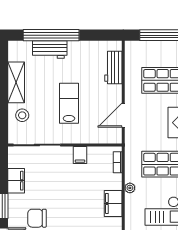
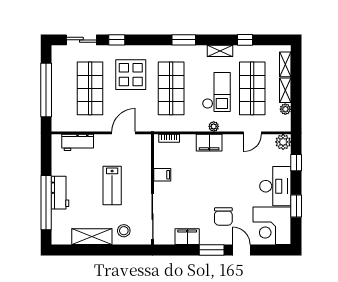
workbench: (50, 49) -> (60, 193), moved
lab bench: (69, 103) -> (112, 185), turned -90
door: (123, 115) -> (124, 133), swing flipped
plant: (130, 188) -> (214, 126), moved

